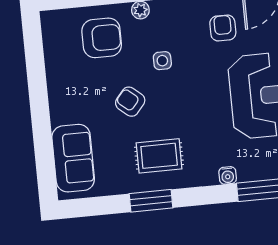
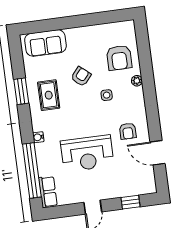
armchair: (223, 28) -> (128, 131), turned 90

